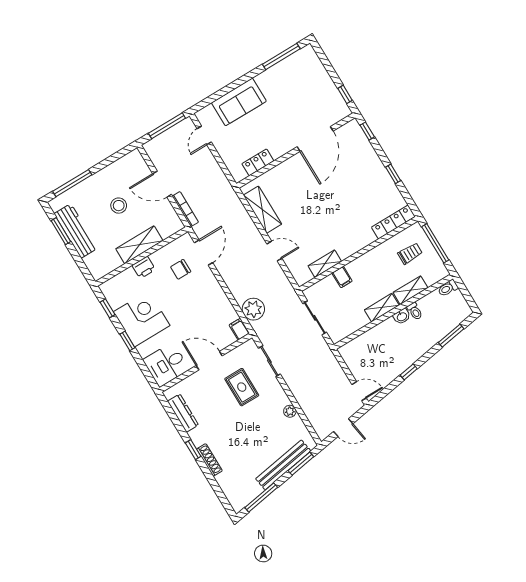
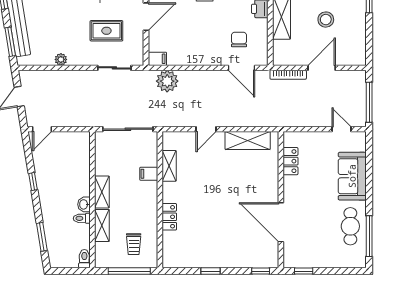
cafe table: (283, 78) -> (350, 226), added
locker: (393, 222) -> (169, 217), moved, width x0.66
sliding door: (315, 318) -> (128, 129), width x1.37

